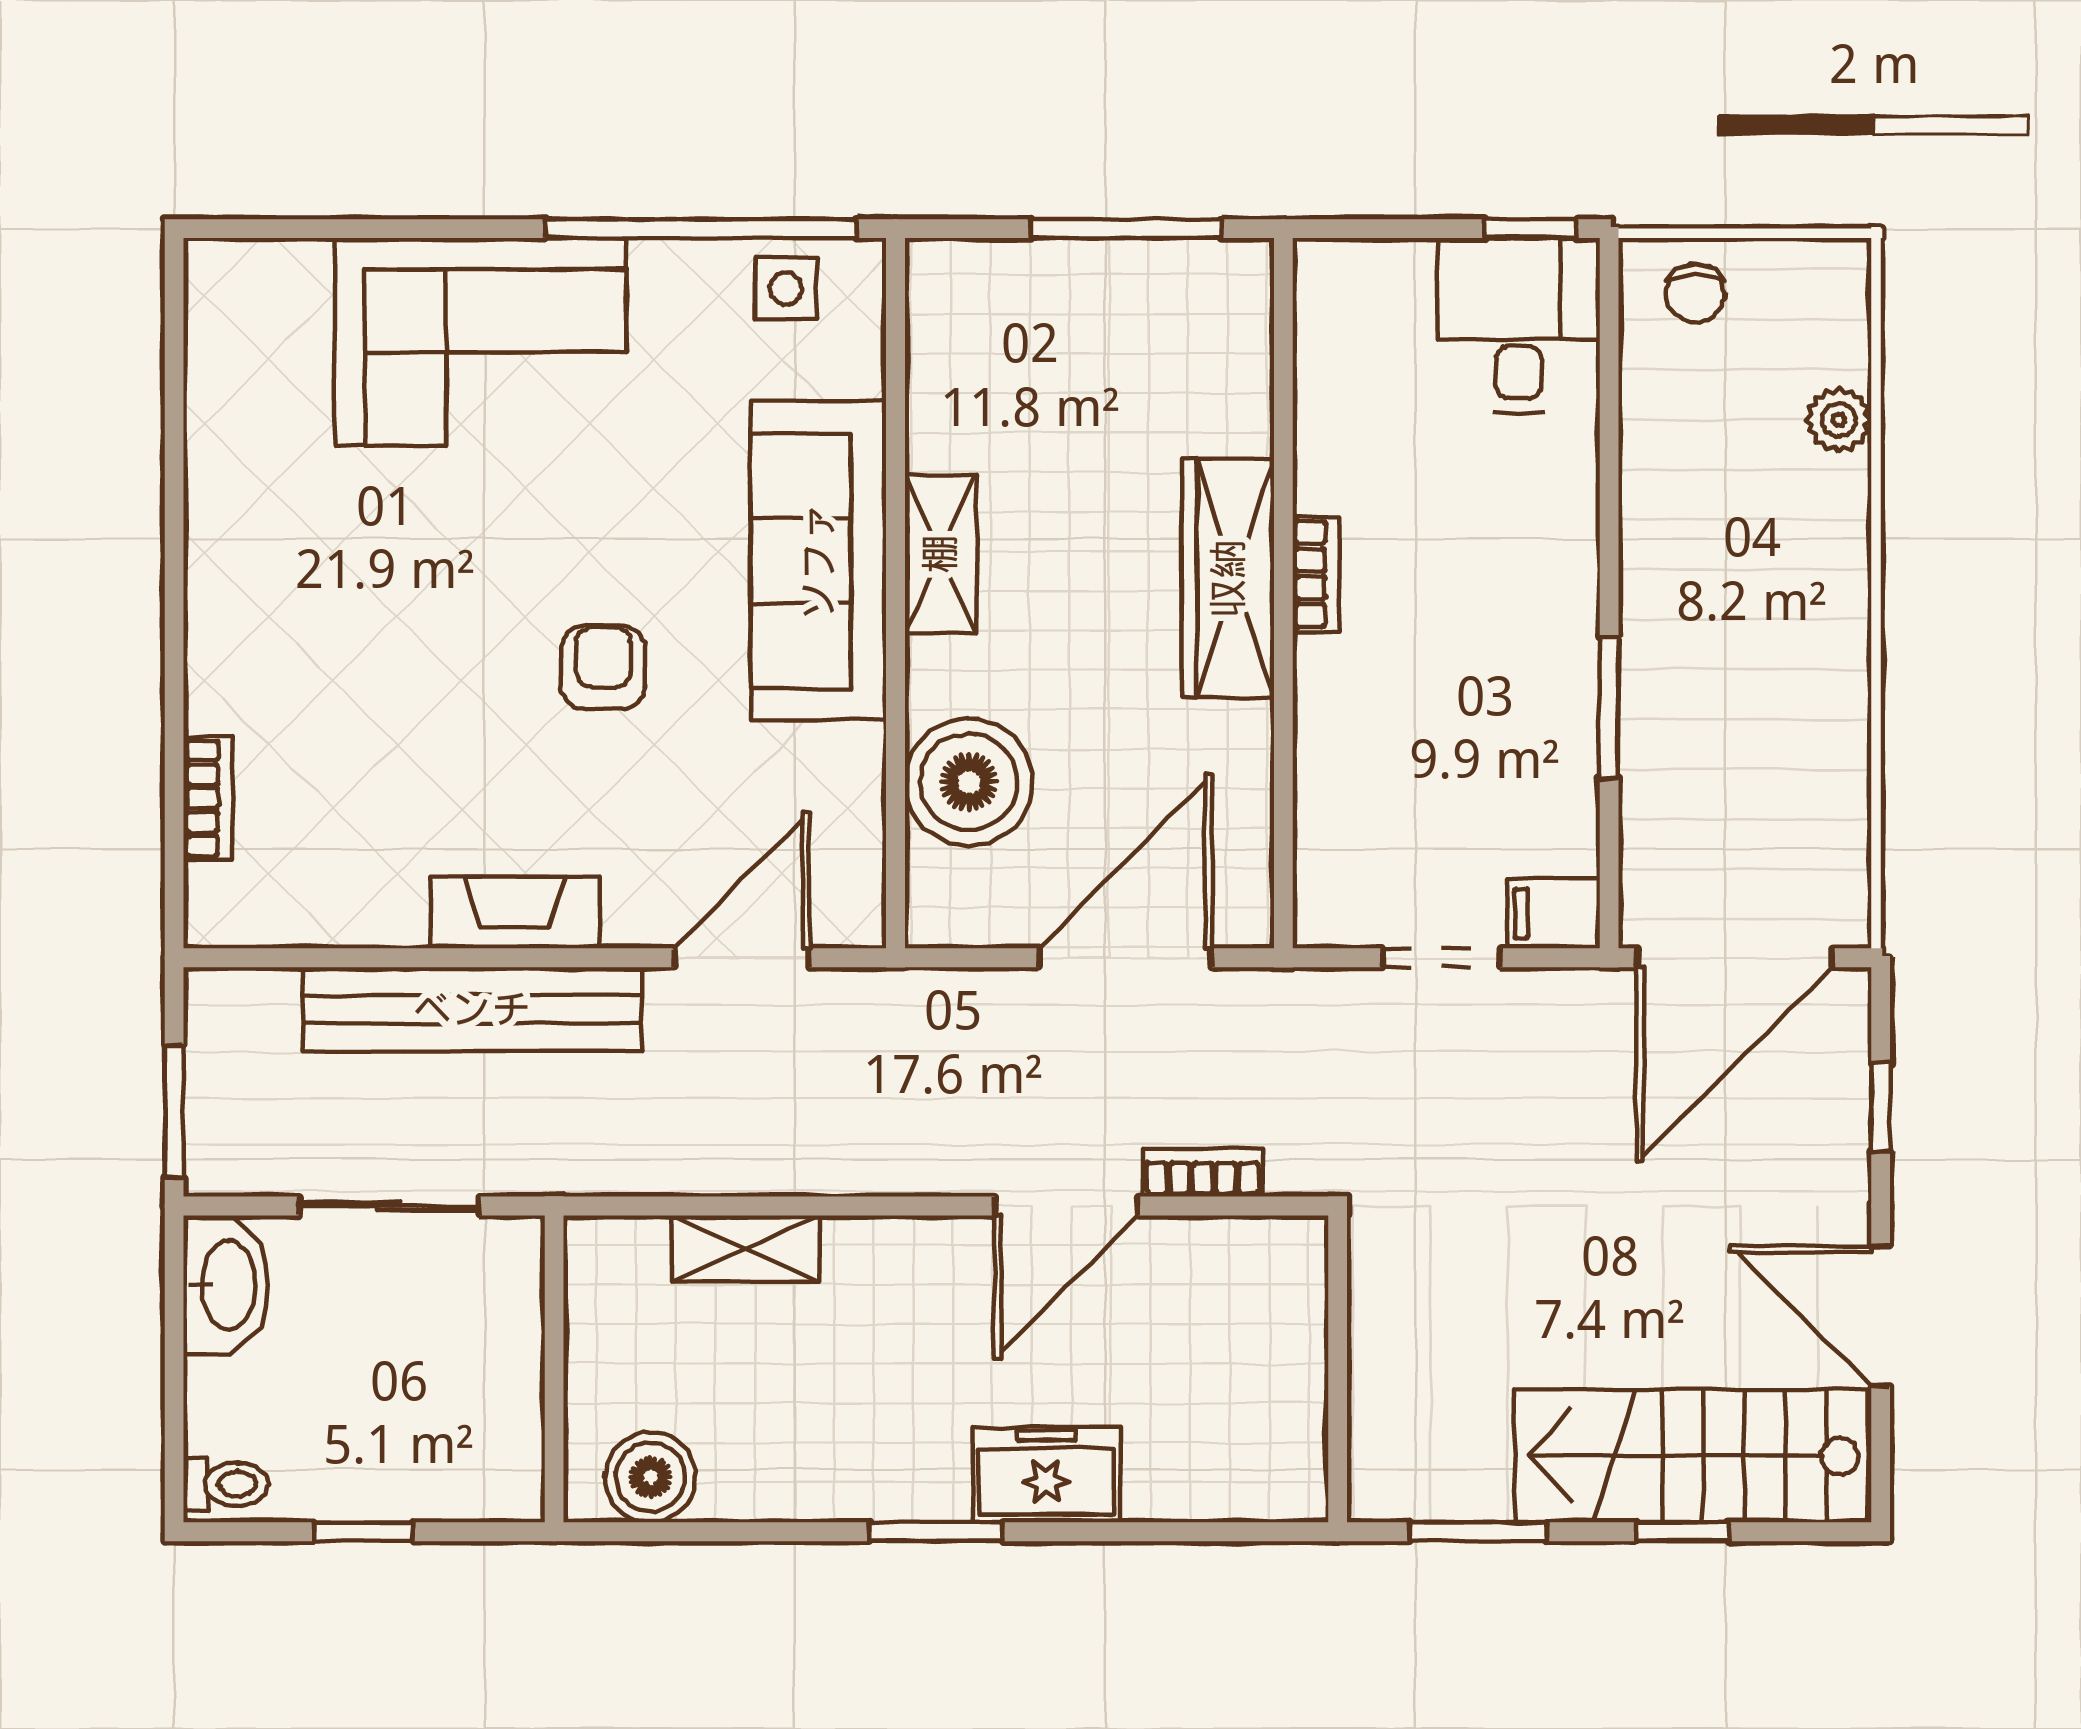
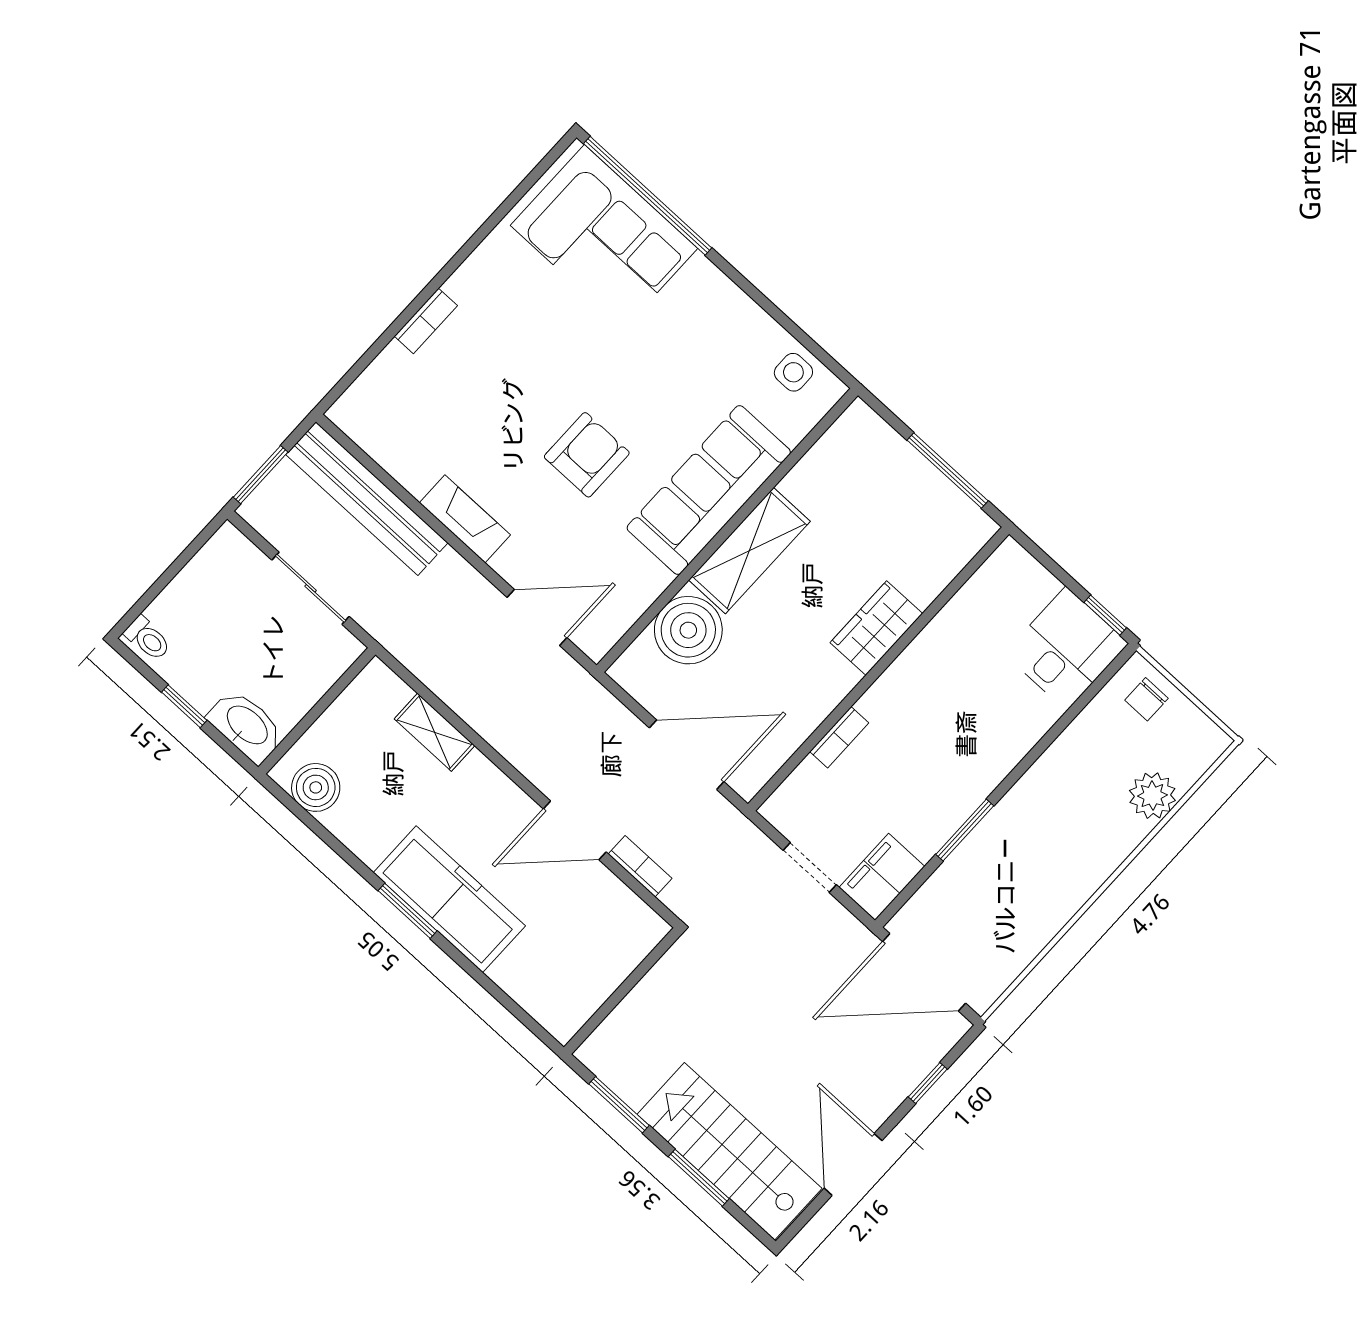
window: (701, 229) -> (648, 196), moved
corner sofa: (481, 342) -> (604, 237), moved
plant: (1839, 420) -> (1152, 796), width x1.38, depth x1.38
shelving: (940, 554) -> (749, 551), width x1.50, depth x1.33
bookcase: (1316, 574) -> (839, 737), moved
wardrobe: (1228, 579) -> (876, 628), width x0.67
armchair: (603, 667) -> (587, 455), width x1.38, depth x1.38
bookcase: (208, 798) -> (426, 321), moved
filing cabinet: (1553, 914) -> (882, 877), width x2.00
bench: (472, 1009) -> (367, 499), moved
washbasin: (226, 1285) -> (246, 726), moved, turned -90
freezer: (1046, 1475) -> (449, 899), width x1.91, depth x1.26
window: (1682, 1532) -> (699, 1178), width x1.50

